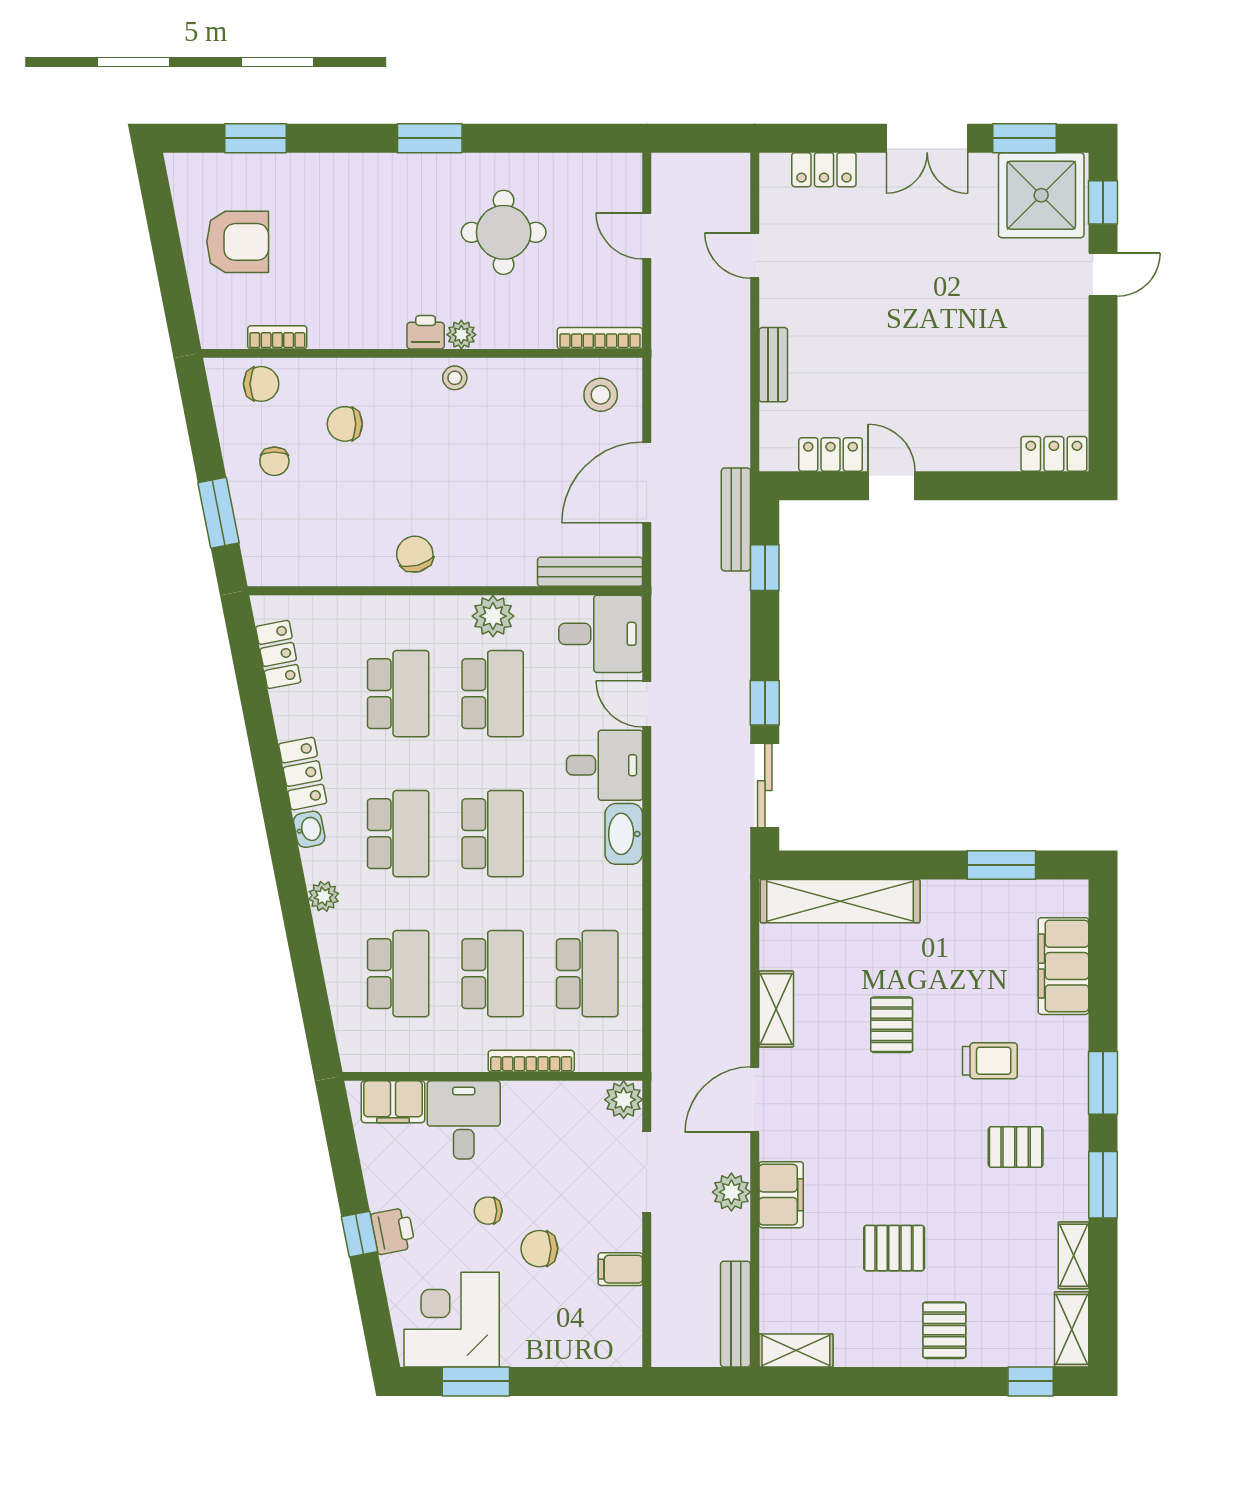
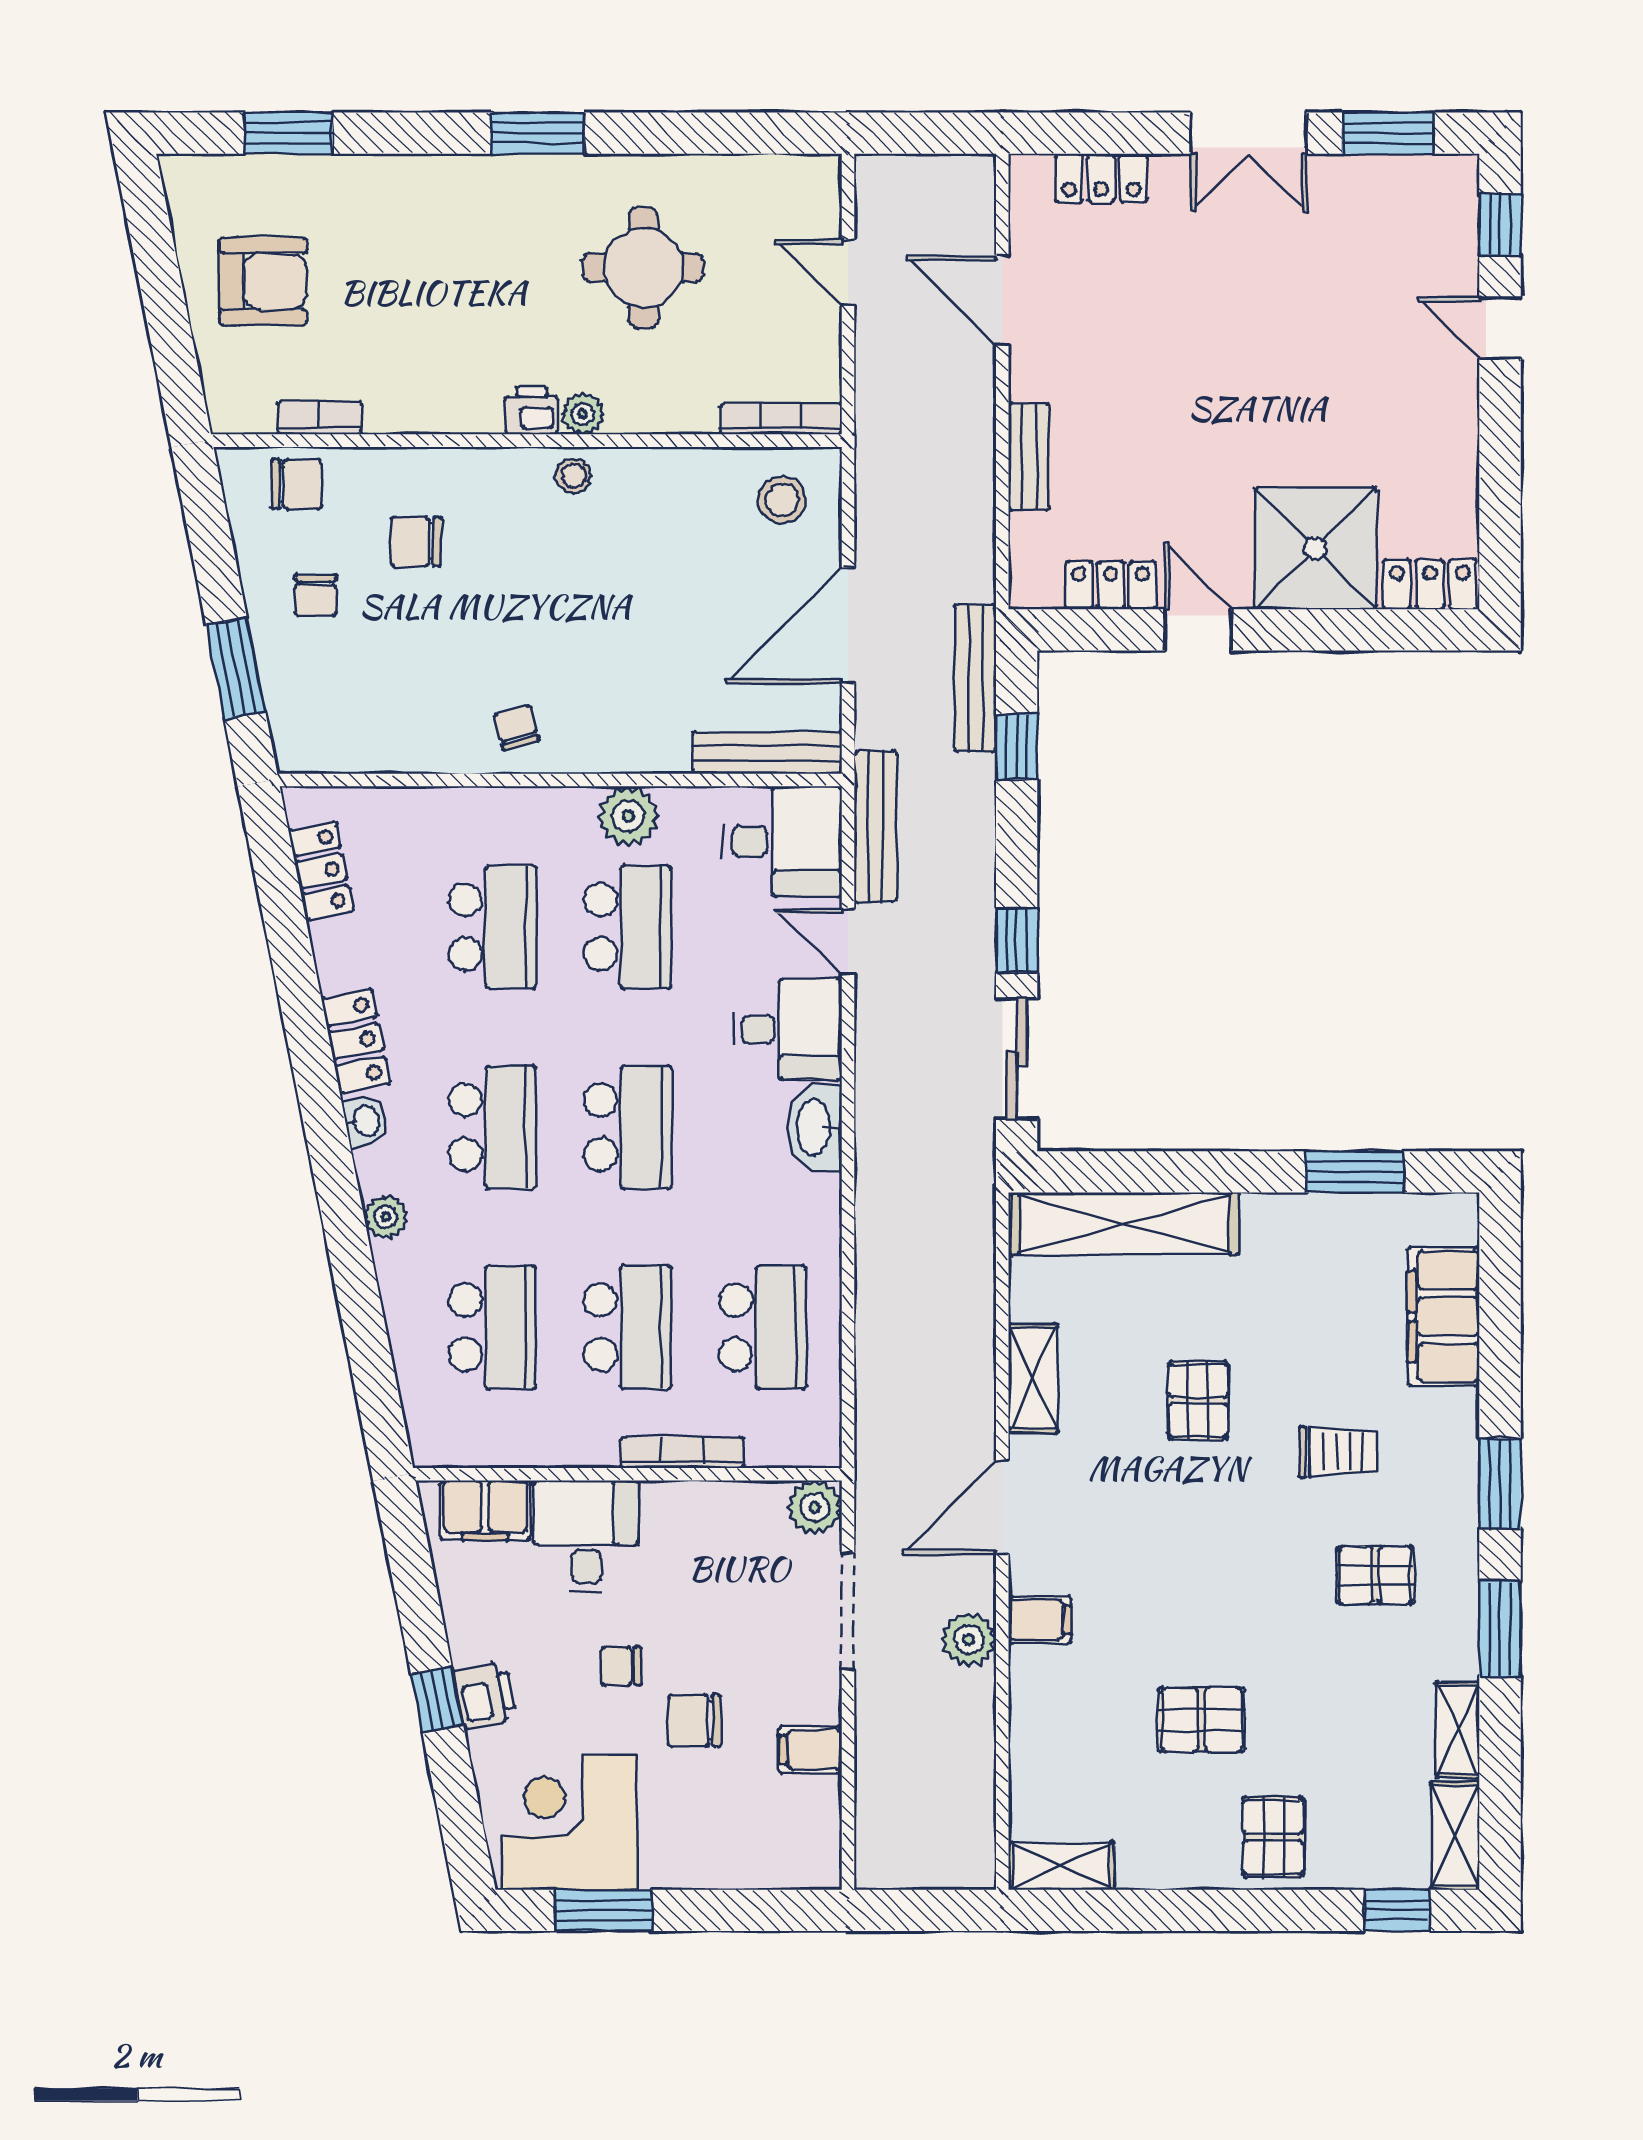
shower: (1041, 195) -> (1315, 548), moved
door: (755, 256) -> (1002, 301), width x1.37
door: (1103, 275) -> (1500, 328), swing flipped
chair: (415, 554) -> (516, 728), width x0.73, depth x0.73
filing cabinet: (781, 1195) -> (1040, 1620), width x0.50
bench: (736, 1314) -> (875, 827), moved

